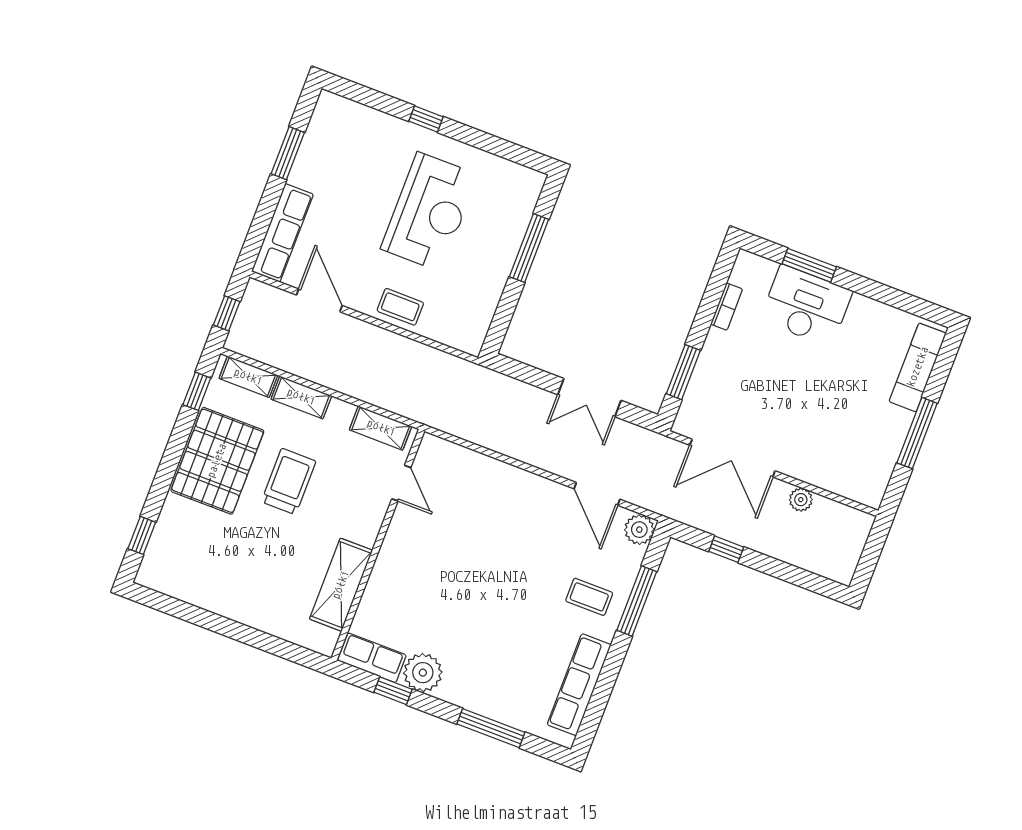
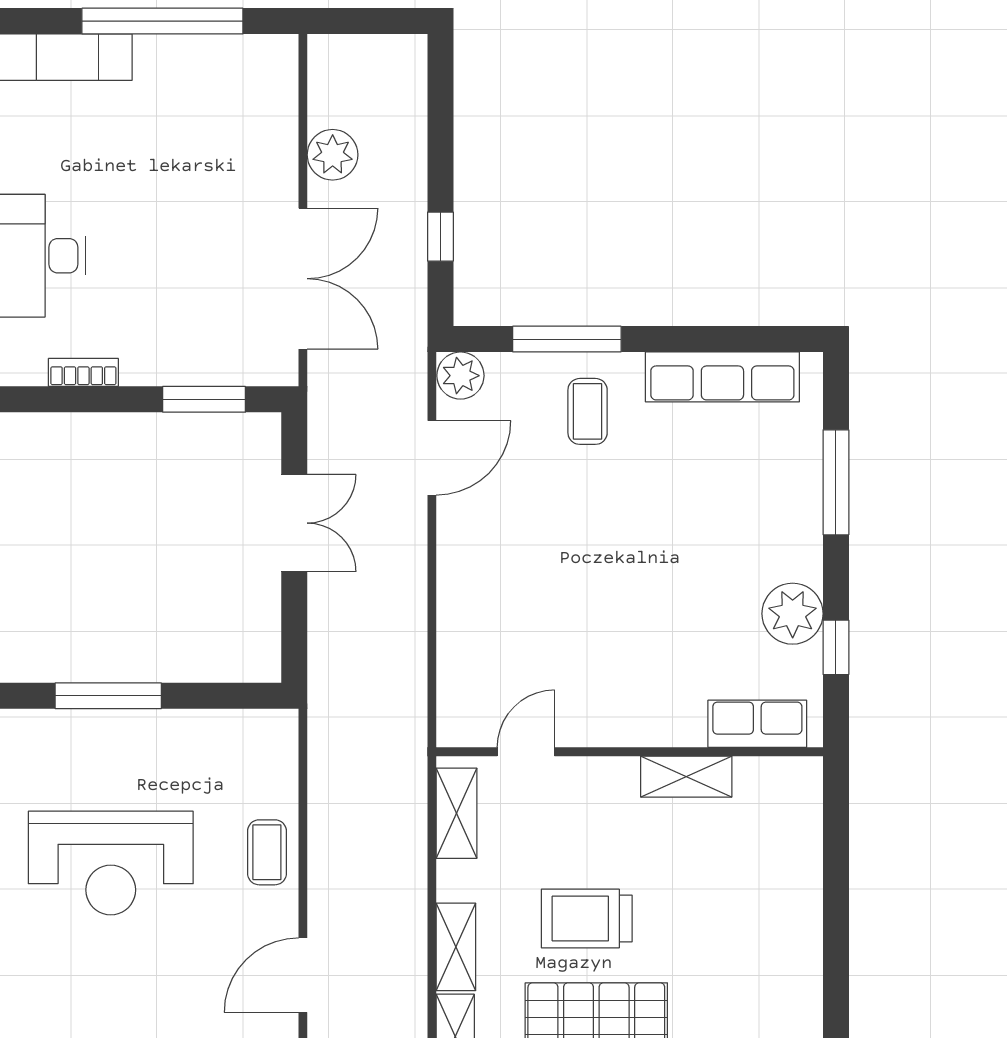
reception desk: (429, 212) -> (111, 863), turned 180
window: (917, 433) -> (162, 21), width x1.46
plant: (801, 500) -> (333, 155), width x1.38, depth x1.38
shelving: (341, 585) -> (686, 777), width x0.67, depth x0.75
row of seats: (372, 658) -> (757, 724), moved, turned 90

